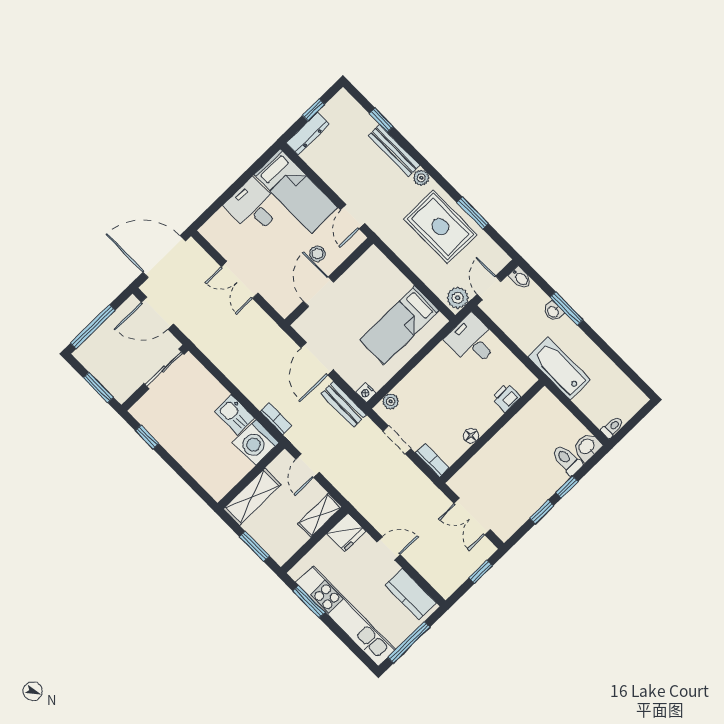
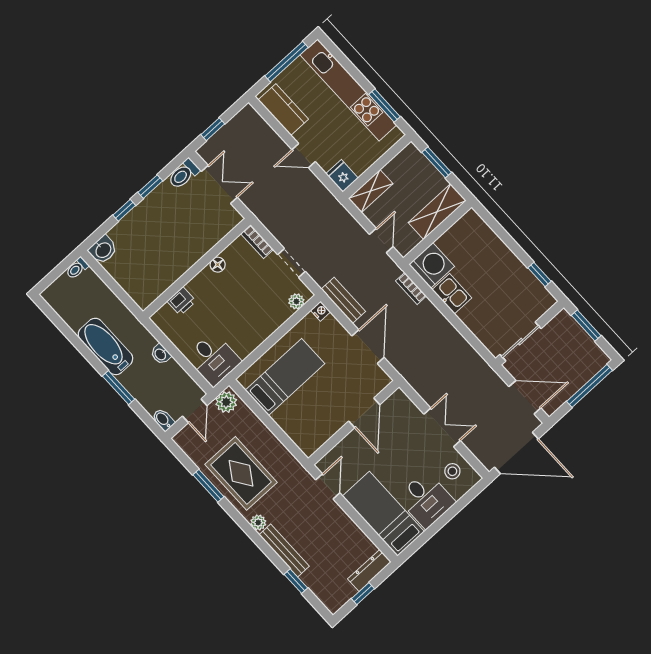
stool: (317, 254) -> (452, 471), moved
washbasin: (553, 312) -> (161, 354), moved, turned 180
bathtub: (559, 368) -> (105, 346), moved, turned 180
toilet: (567, 460) -> (184, 174), moved, turned 90
fridge: (346, 532) -> (342, 176), width x0.72

